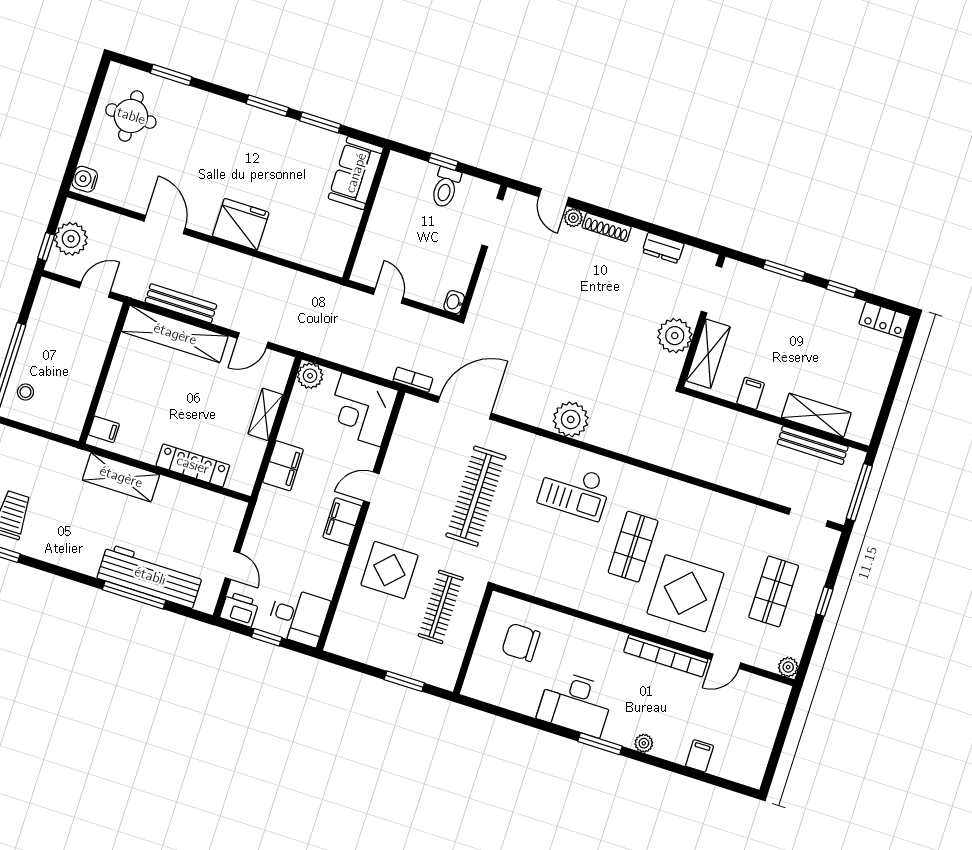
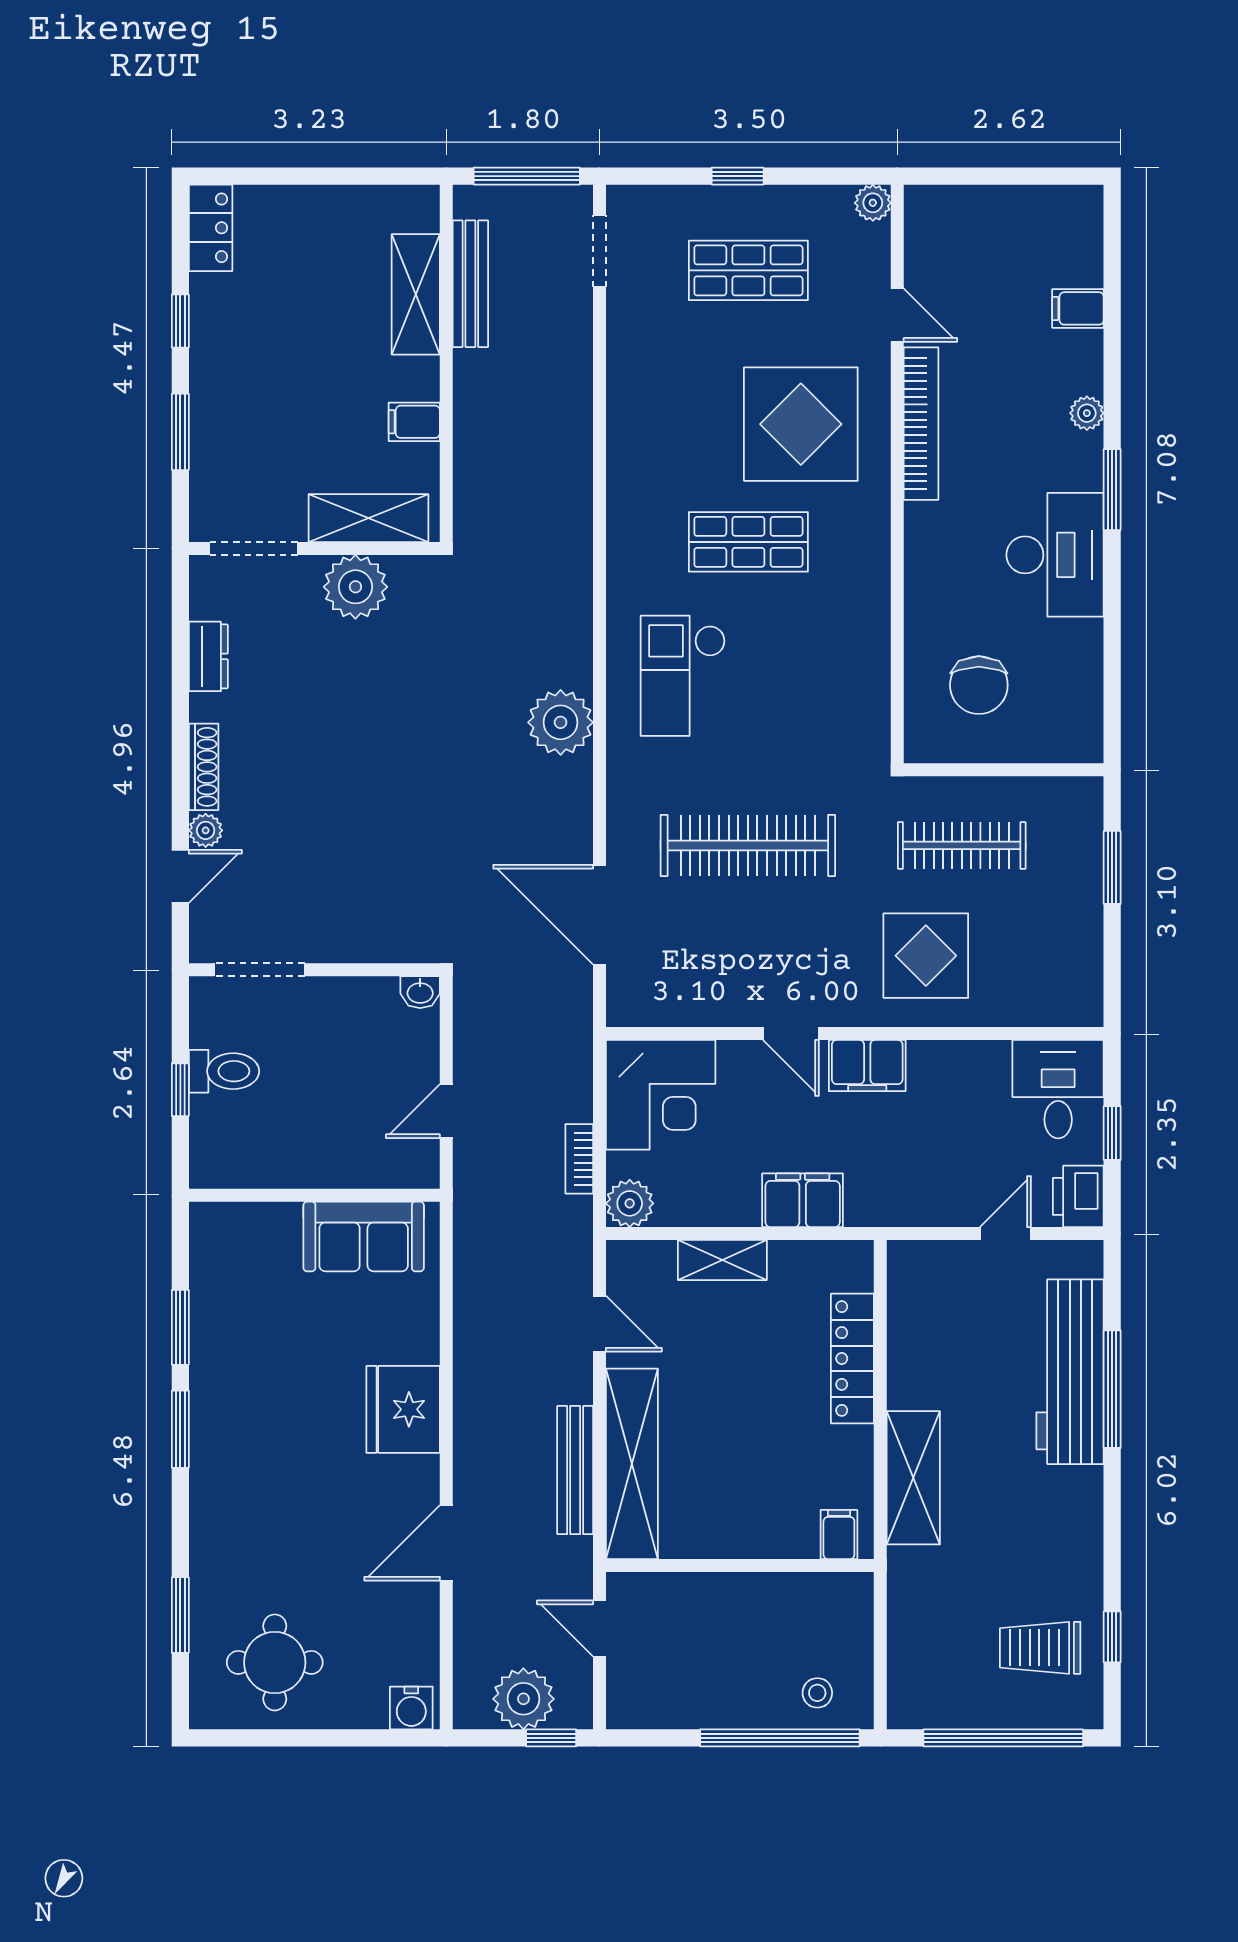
sofa: (356, 173) -> (364, 1236), moved
bookcase: (413, 380) -> (579, 1159), moved
checkout: (575, 491) -> (683, 676), turned 180

